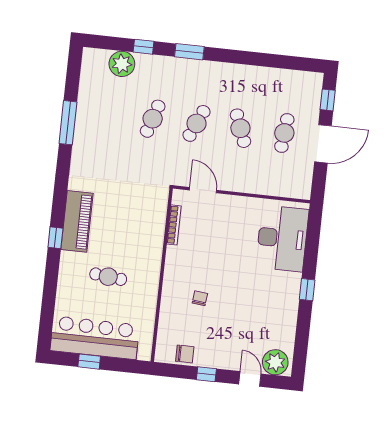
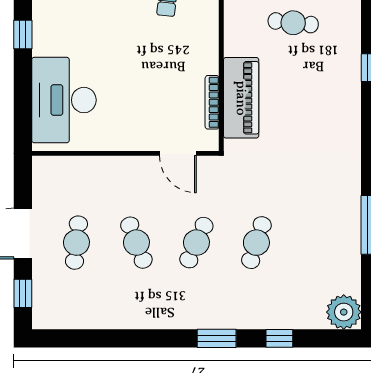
plant: (122, 64) -> (344, 312), moved
piano: (77, 221) -> (241, 98), moved, turned 180

